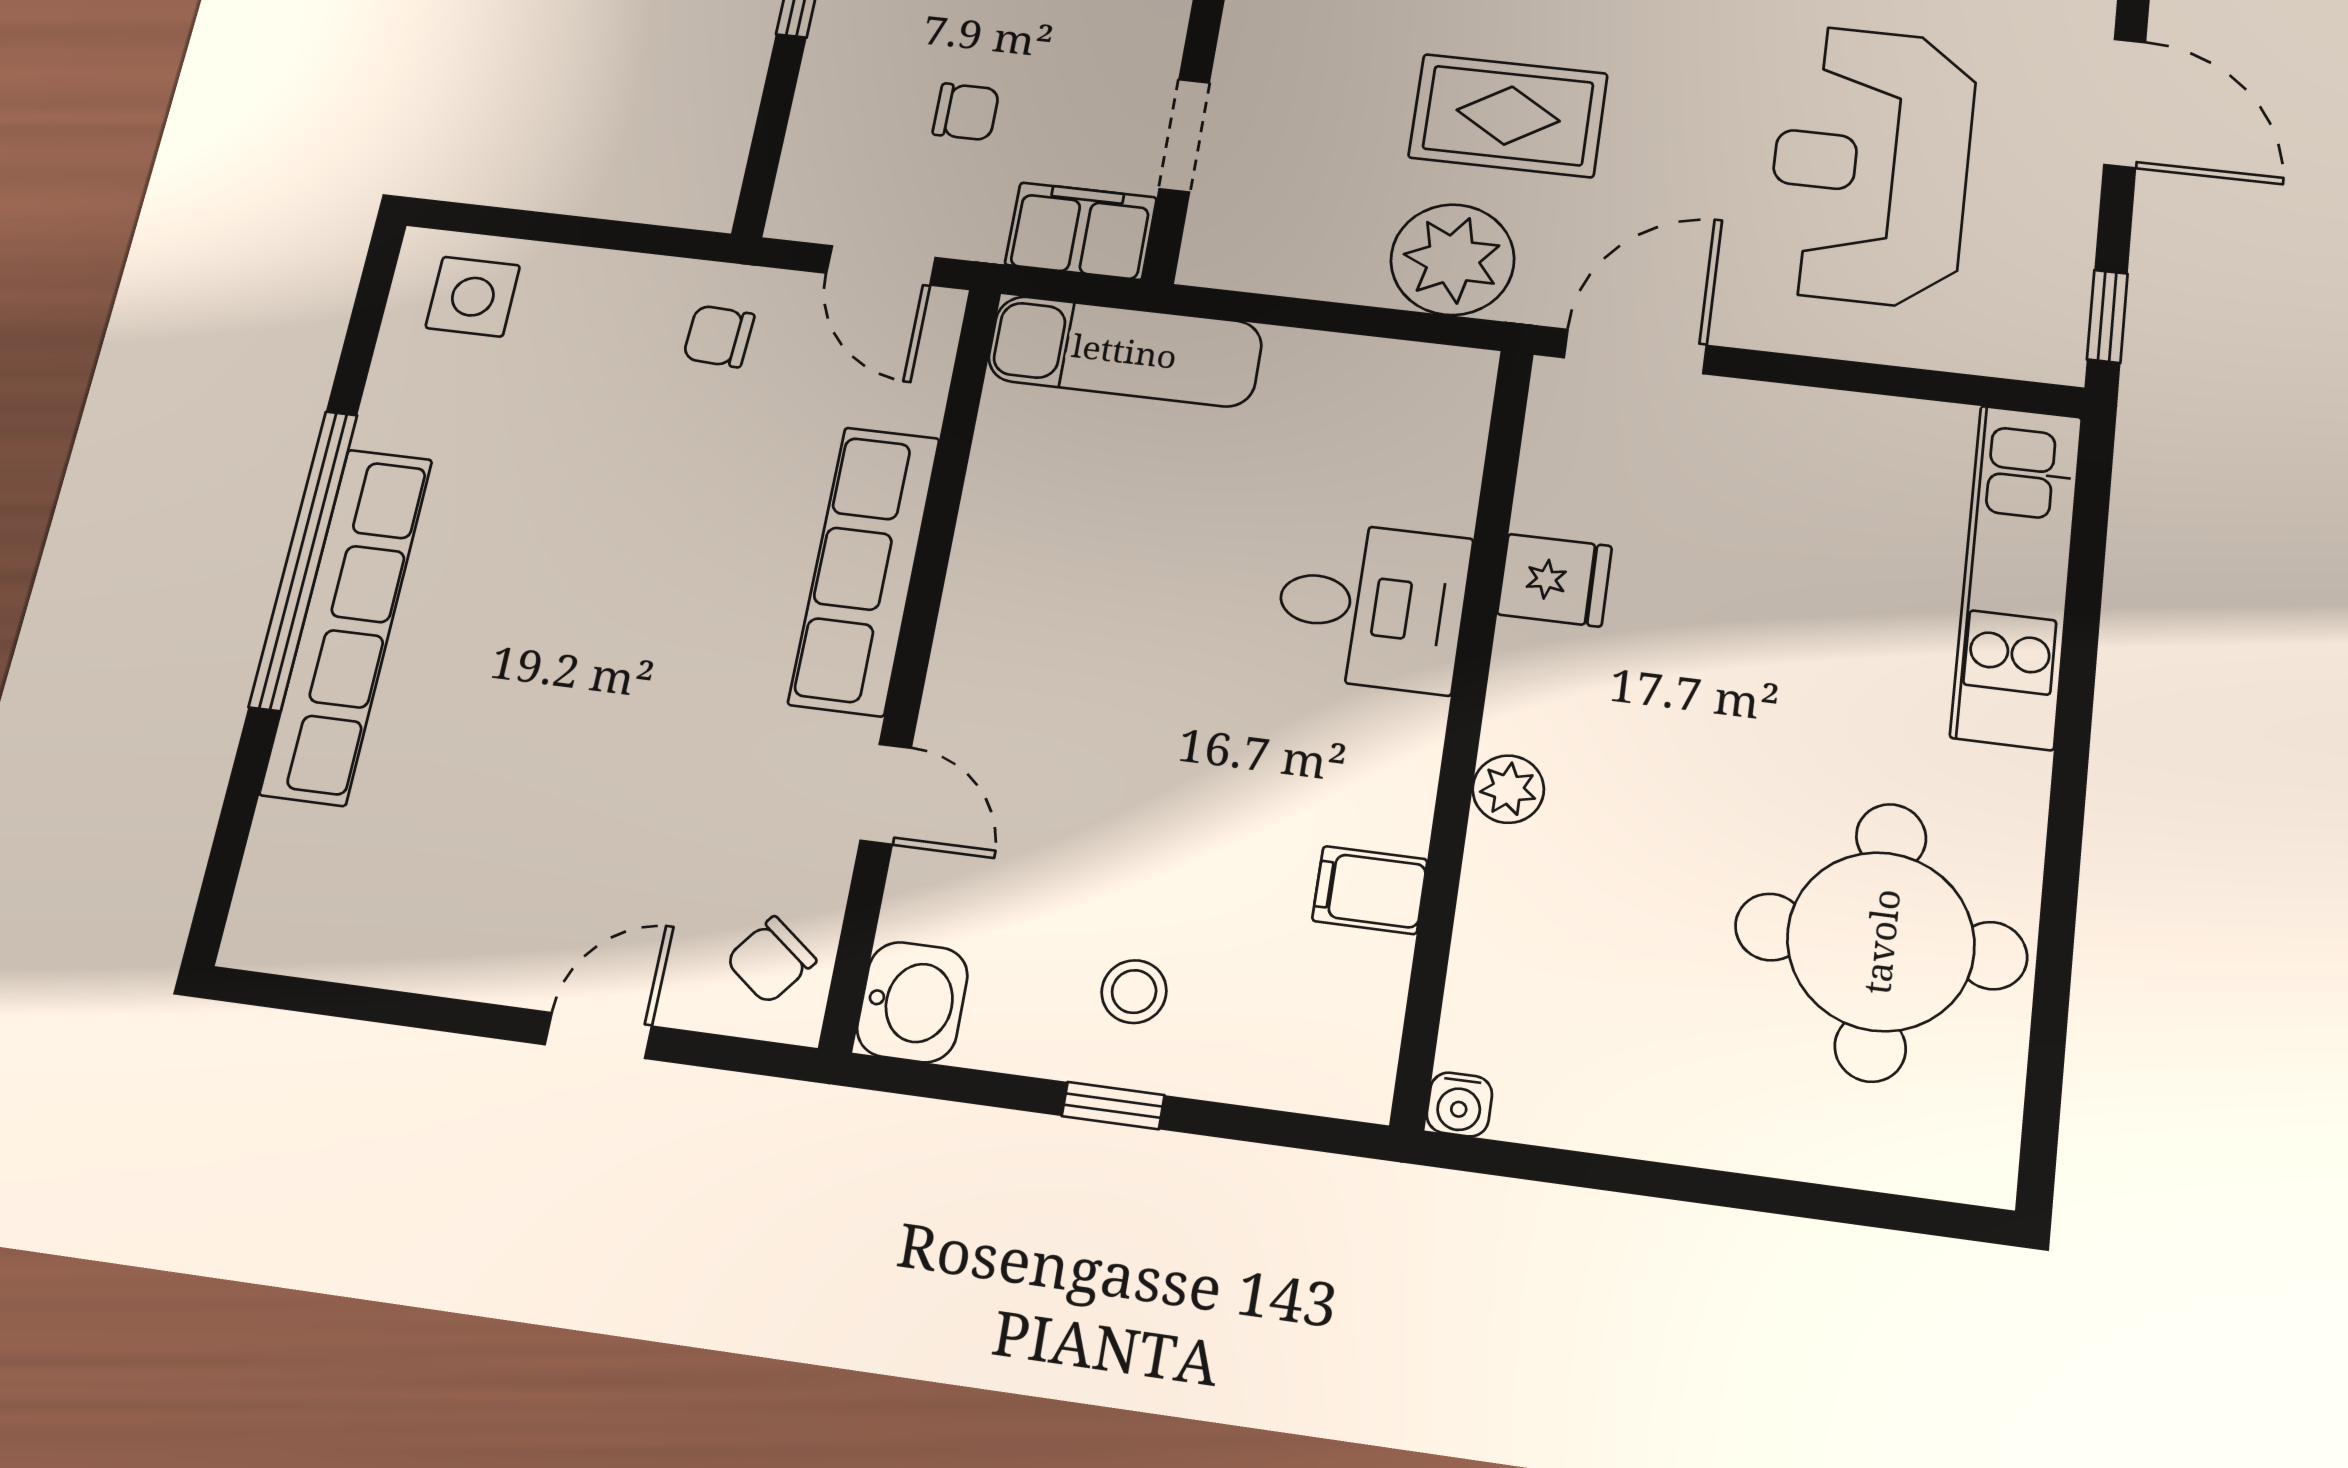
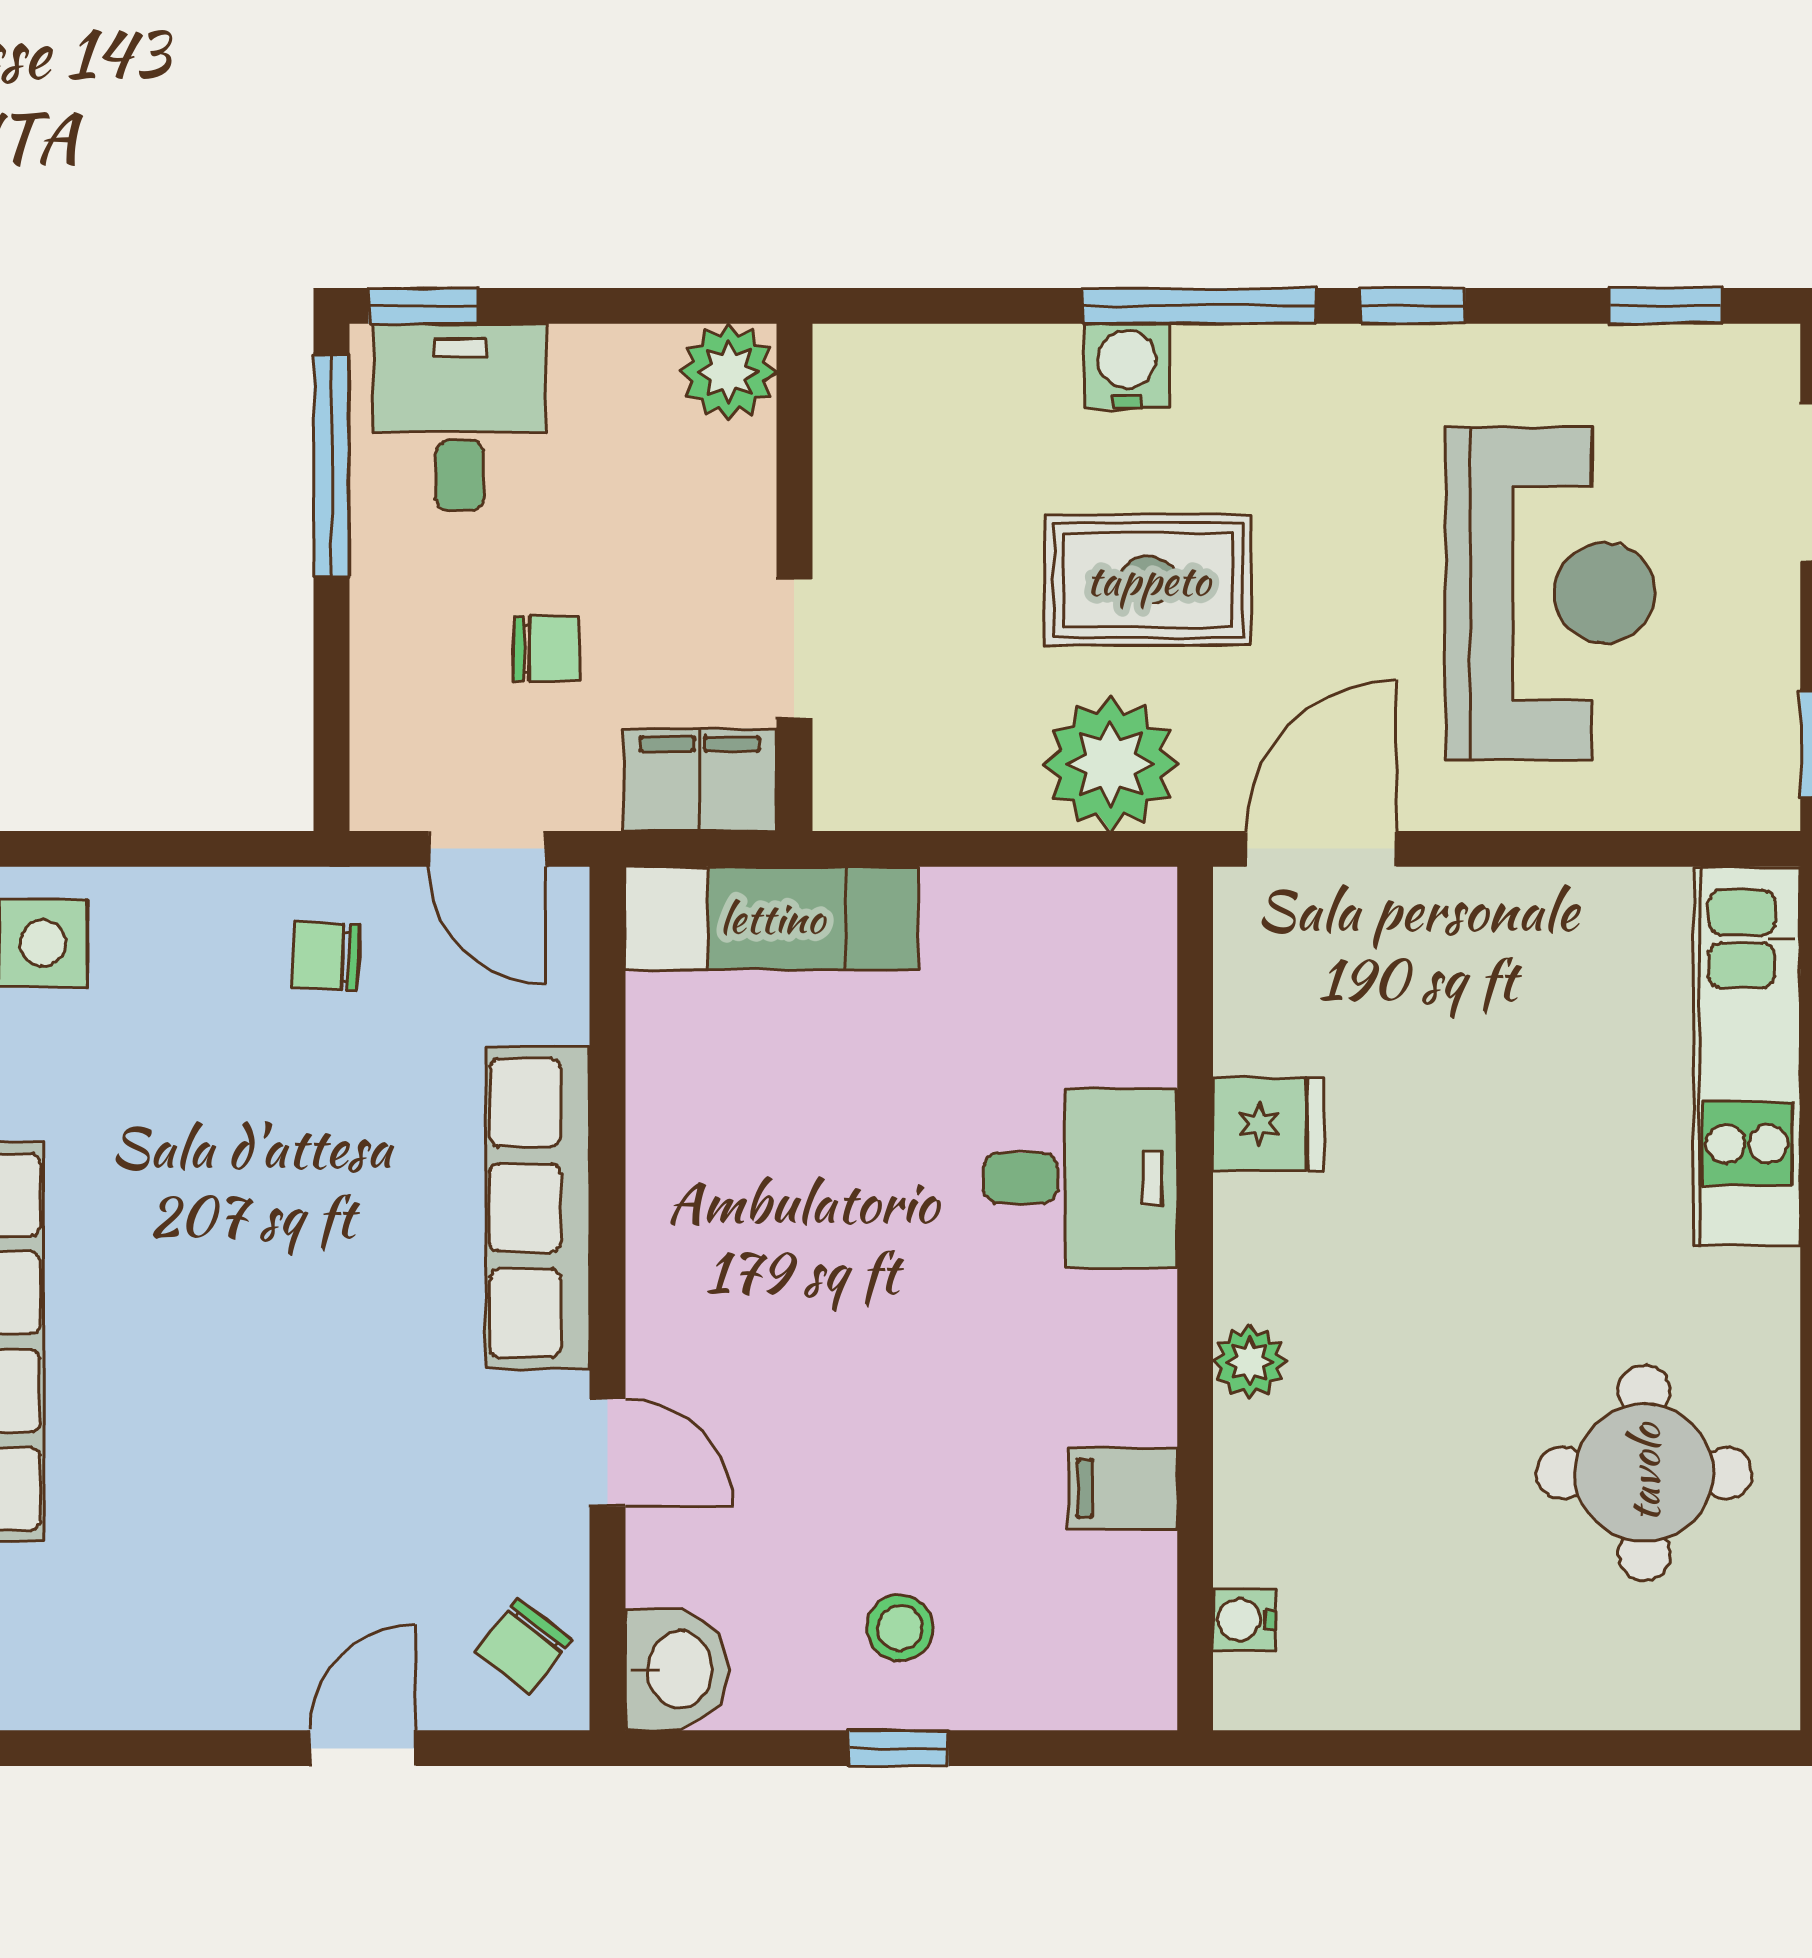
reception desk: (1871, 166) -> (1550, 593), turned 180
round table: (1881, 941) -> (1644, 1473), width x0.73, depth x0.73
water cooler: (1459, 1104) -> (1244, 1620), moved, turned 90

